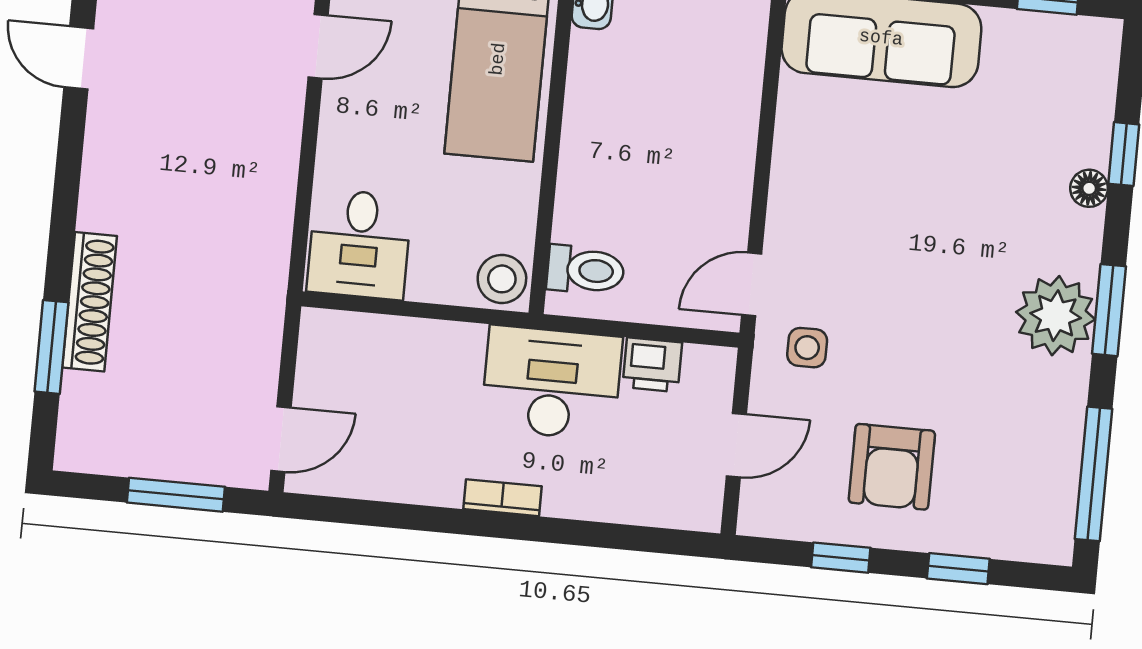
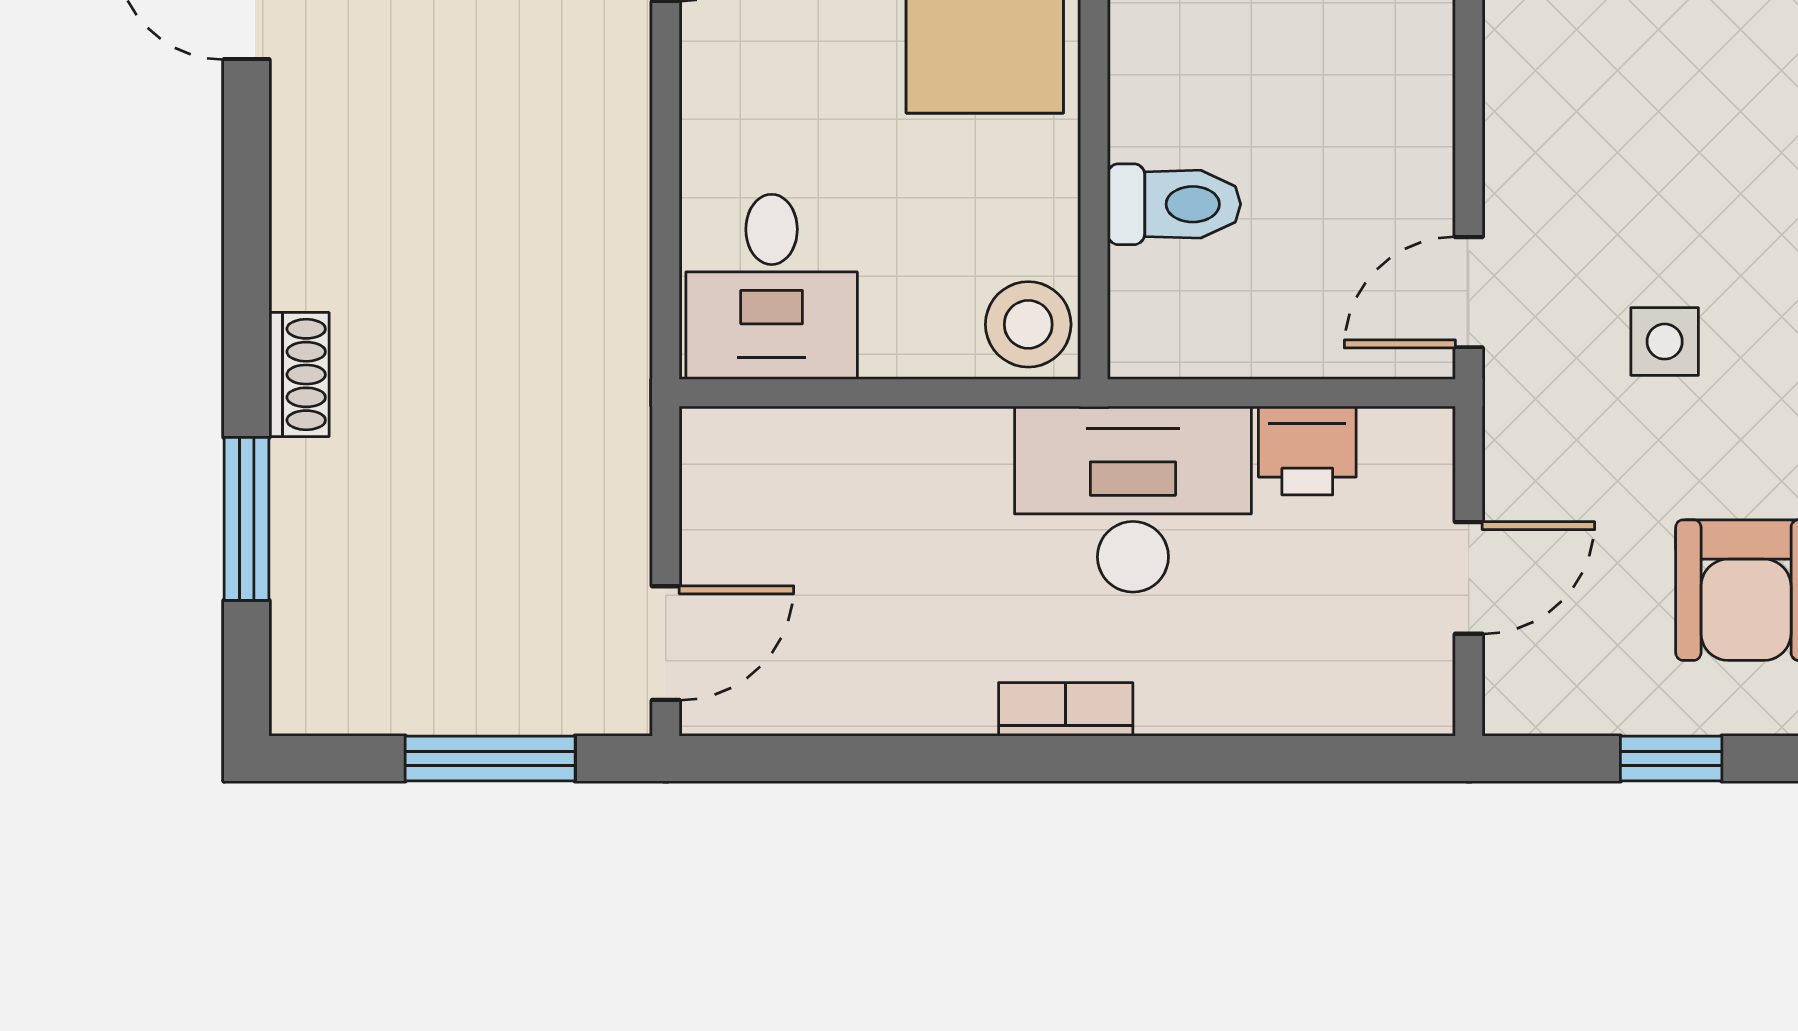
toilet: (586, 270) -> (1174, 204), moved
shoe rack: (90, 302) -> (299, 375), width x0.51, depth x0.81
side table: (807, 348) -> (1665, 342), moved

